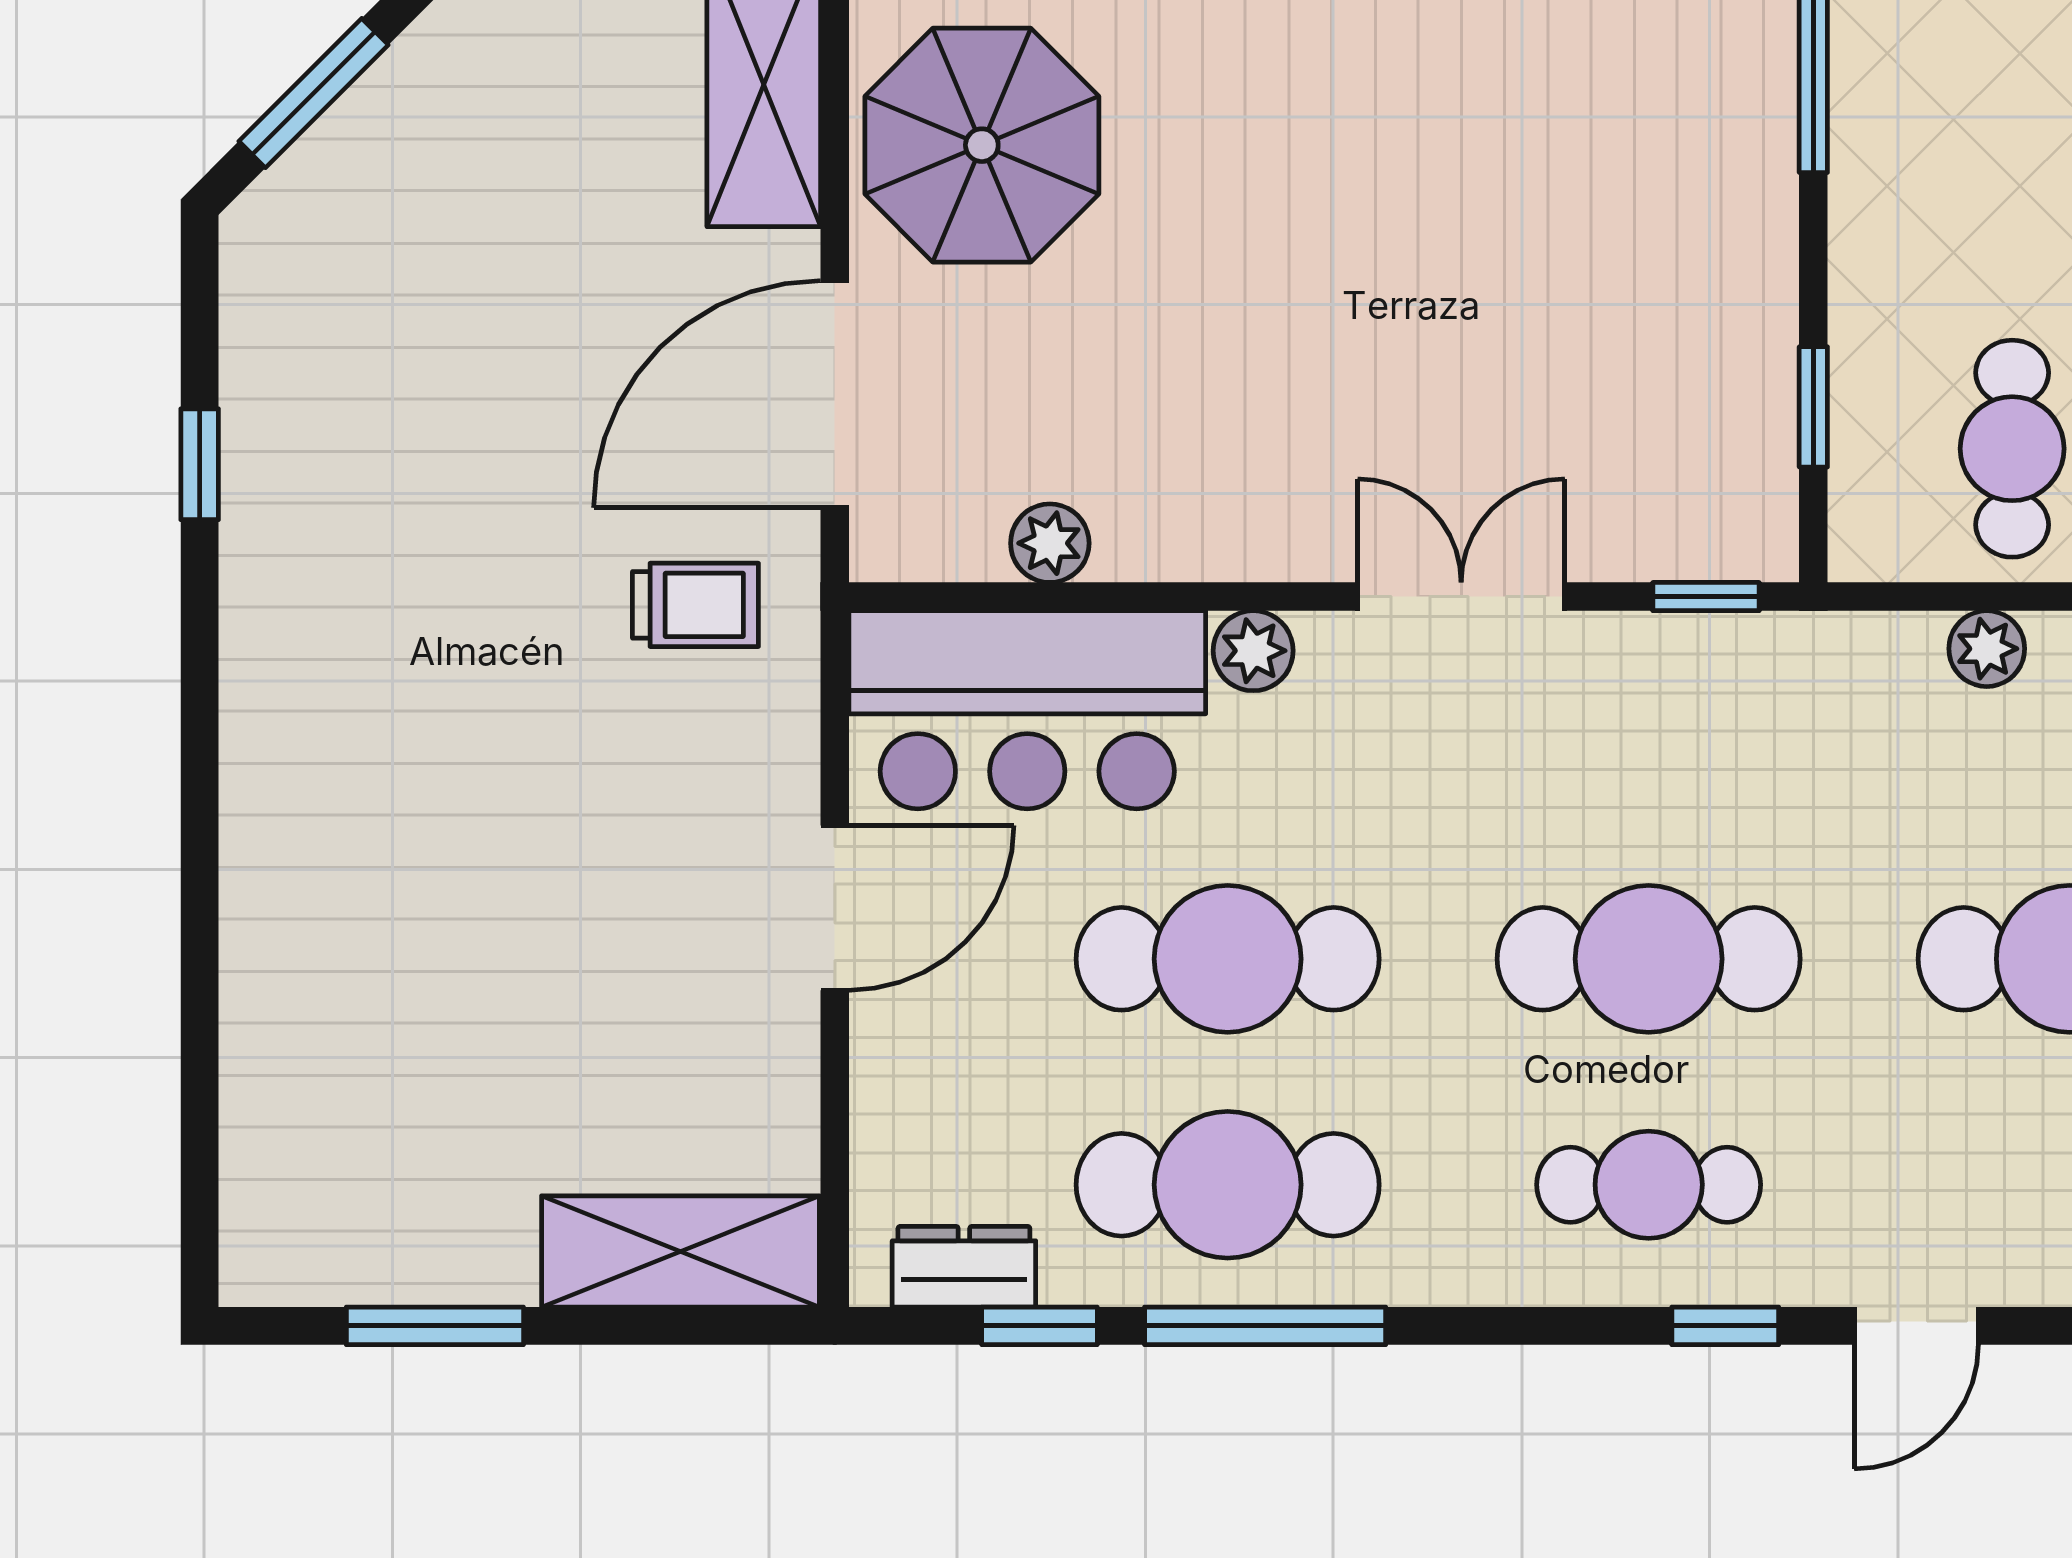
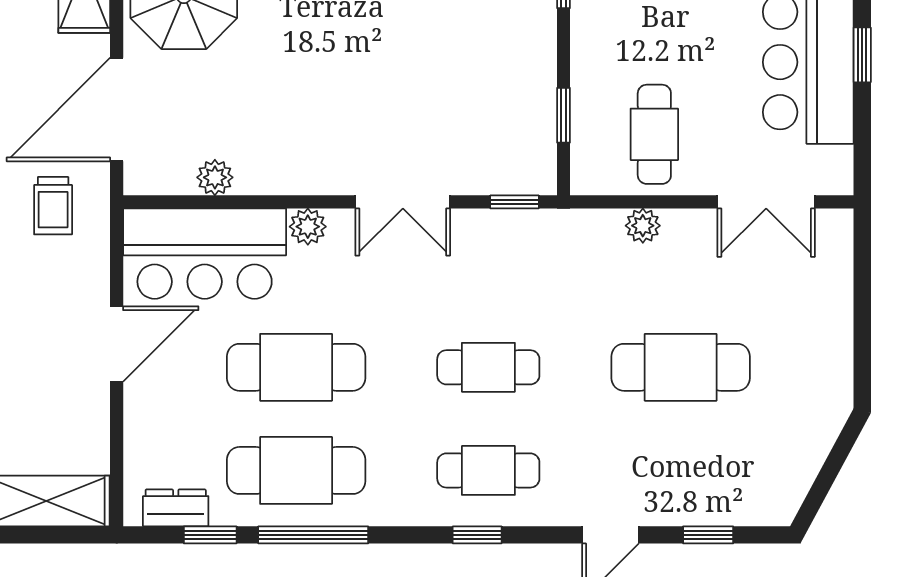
double door: (1461, 597) -> (403, 202), swing flipped
trolley: (695, 605) -> (53, 206), turned 90
cafe table: (1649, 959) -> (488, 367), width x0.73, depth x0.74
window: (1725, 1326) -> (477, 535), moved

